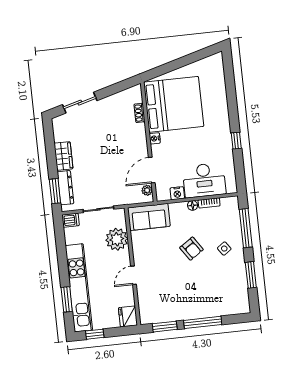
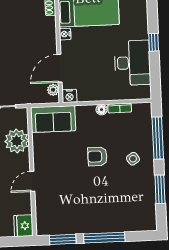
desk: (204, 180) -> (132, 63), moved, turned -90
nightstand: (177, 193) -> (70, 96), moved
armchair: (192, 249) -> (97, 156), turned 124

